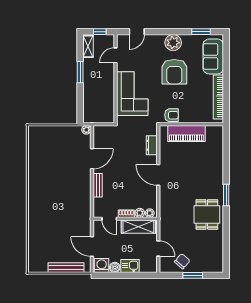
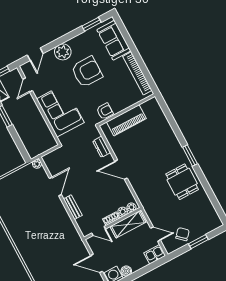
plant: (173, 43) -> (63, 52), moved
armchair: (174, 72) -> (87, 72), turned -90
kitchen sink: (130, 266) -> (155, 254), moved

